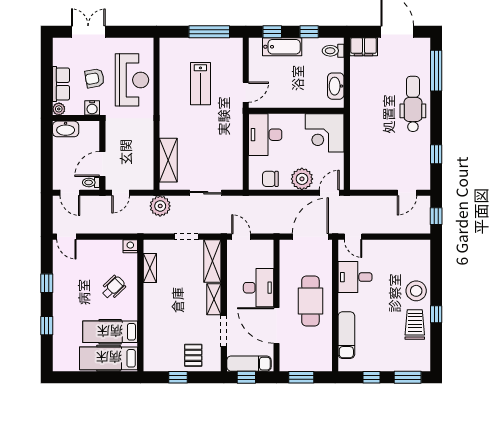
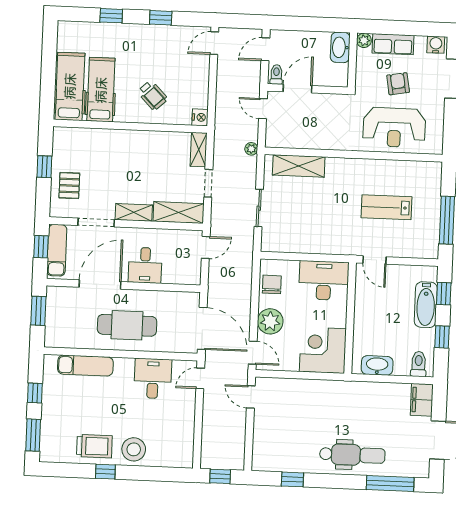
water cooler: (92, 108) -> (436, 45), moved, turned 90
door: (102, 164) -> (297, 89), hinge flipped
door: (407, 193) -> (251, 397), moved
plant: (160, 206) -> (251, 149), width x0.53, depth x0.53
shelving: (150, 268) -> (199, 150), moved, turned 90
desk: (259, 288) -> (145, 265), width x0.73
pallet: (193, 355) -> (69, 186), turned 90

